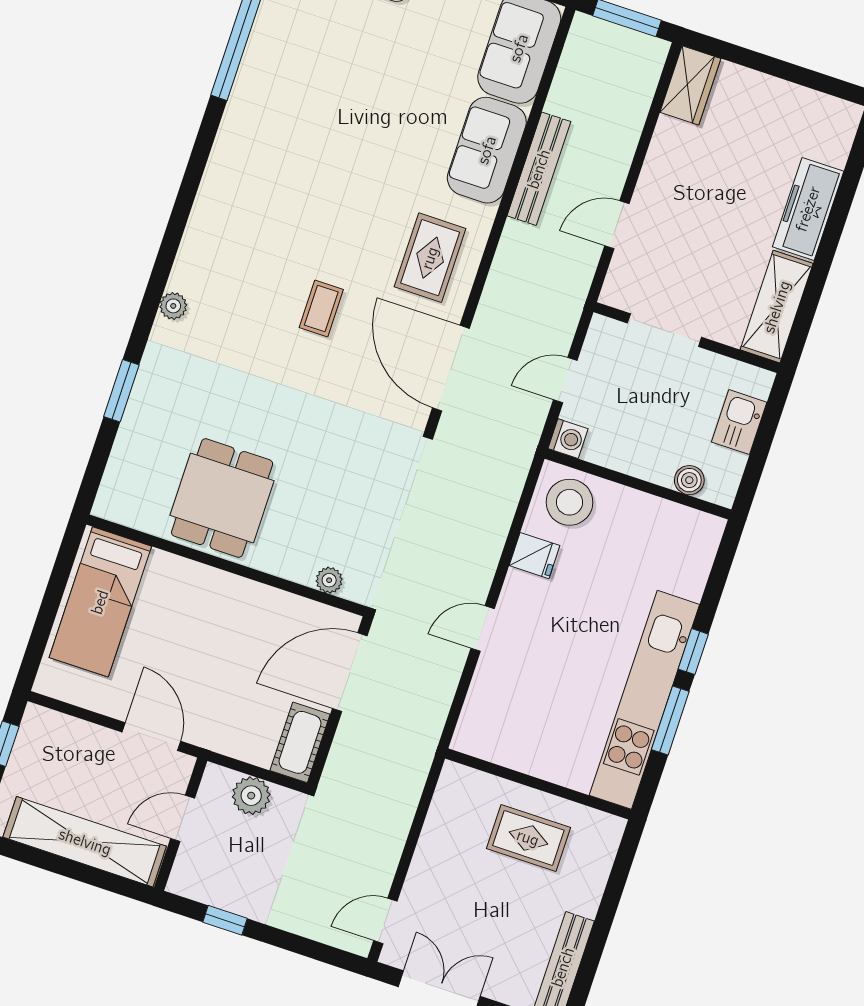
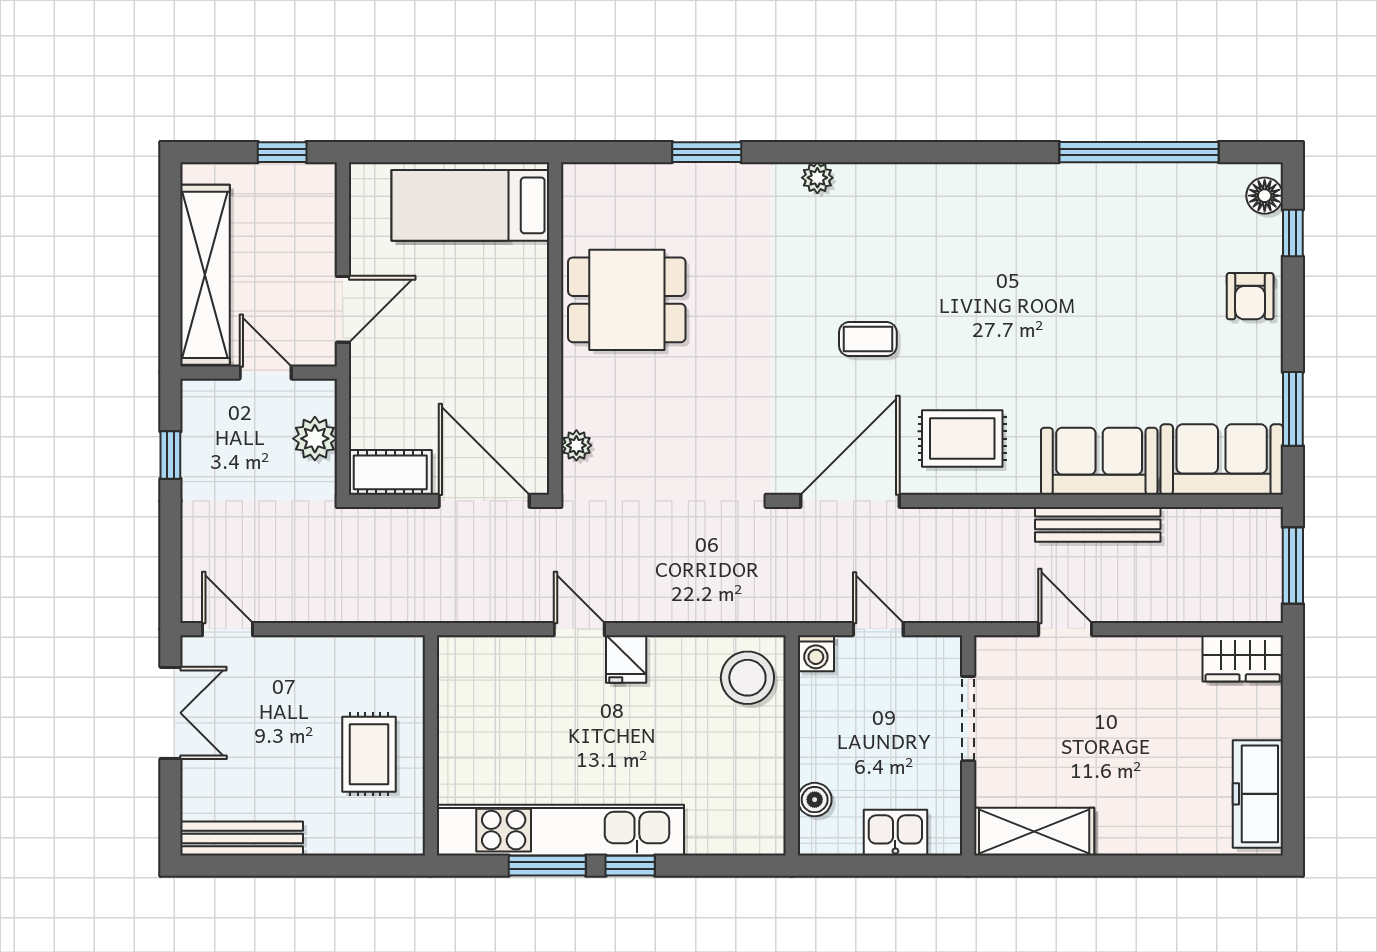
freezer: (808, 209) -> (1258, 794), moved, turned -90
fridge: (534, 556) -> (626, 659), moved

